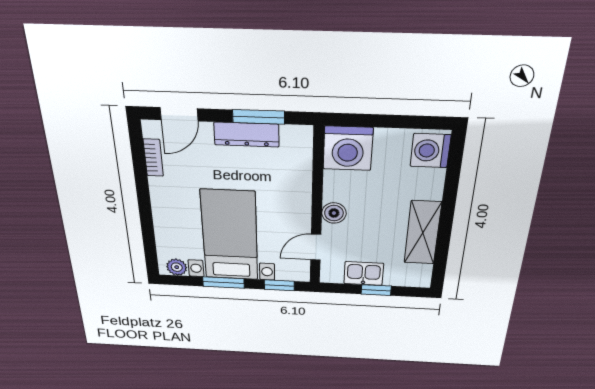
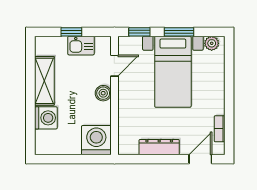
window: (258, 117) -> (151, 159), removed
washing machine: (430, 151) -> (46, 118), moved

